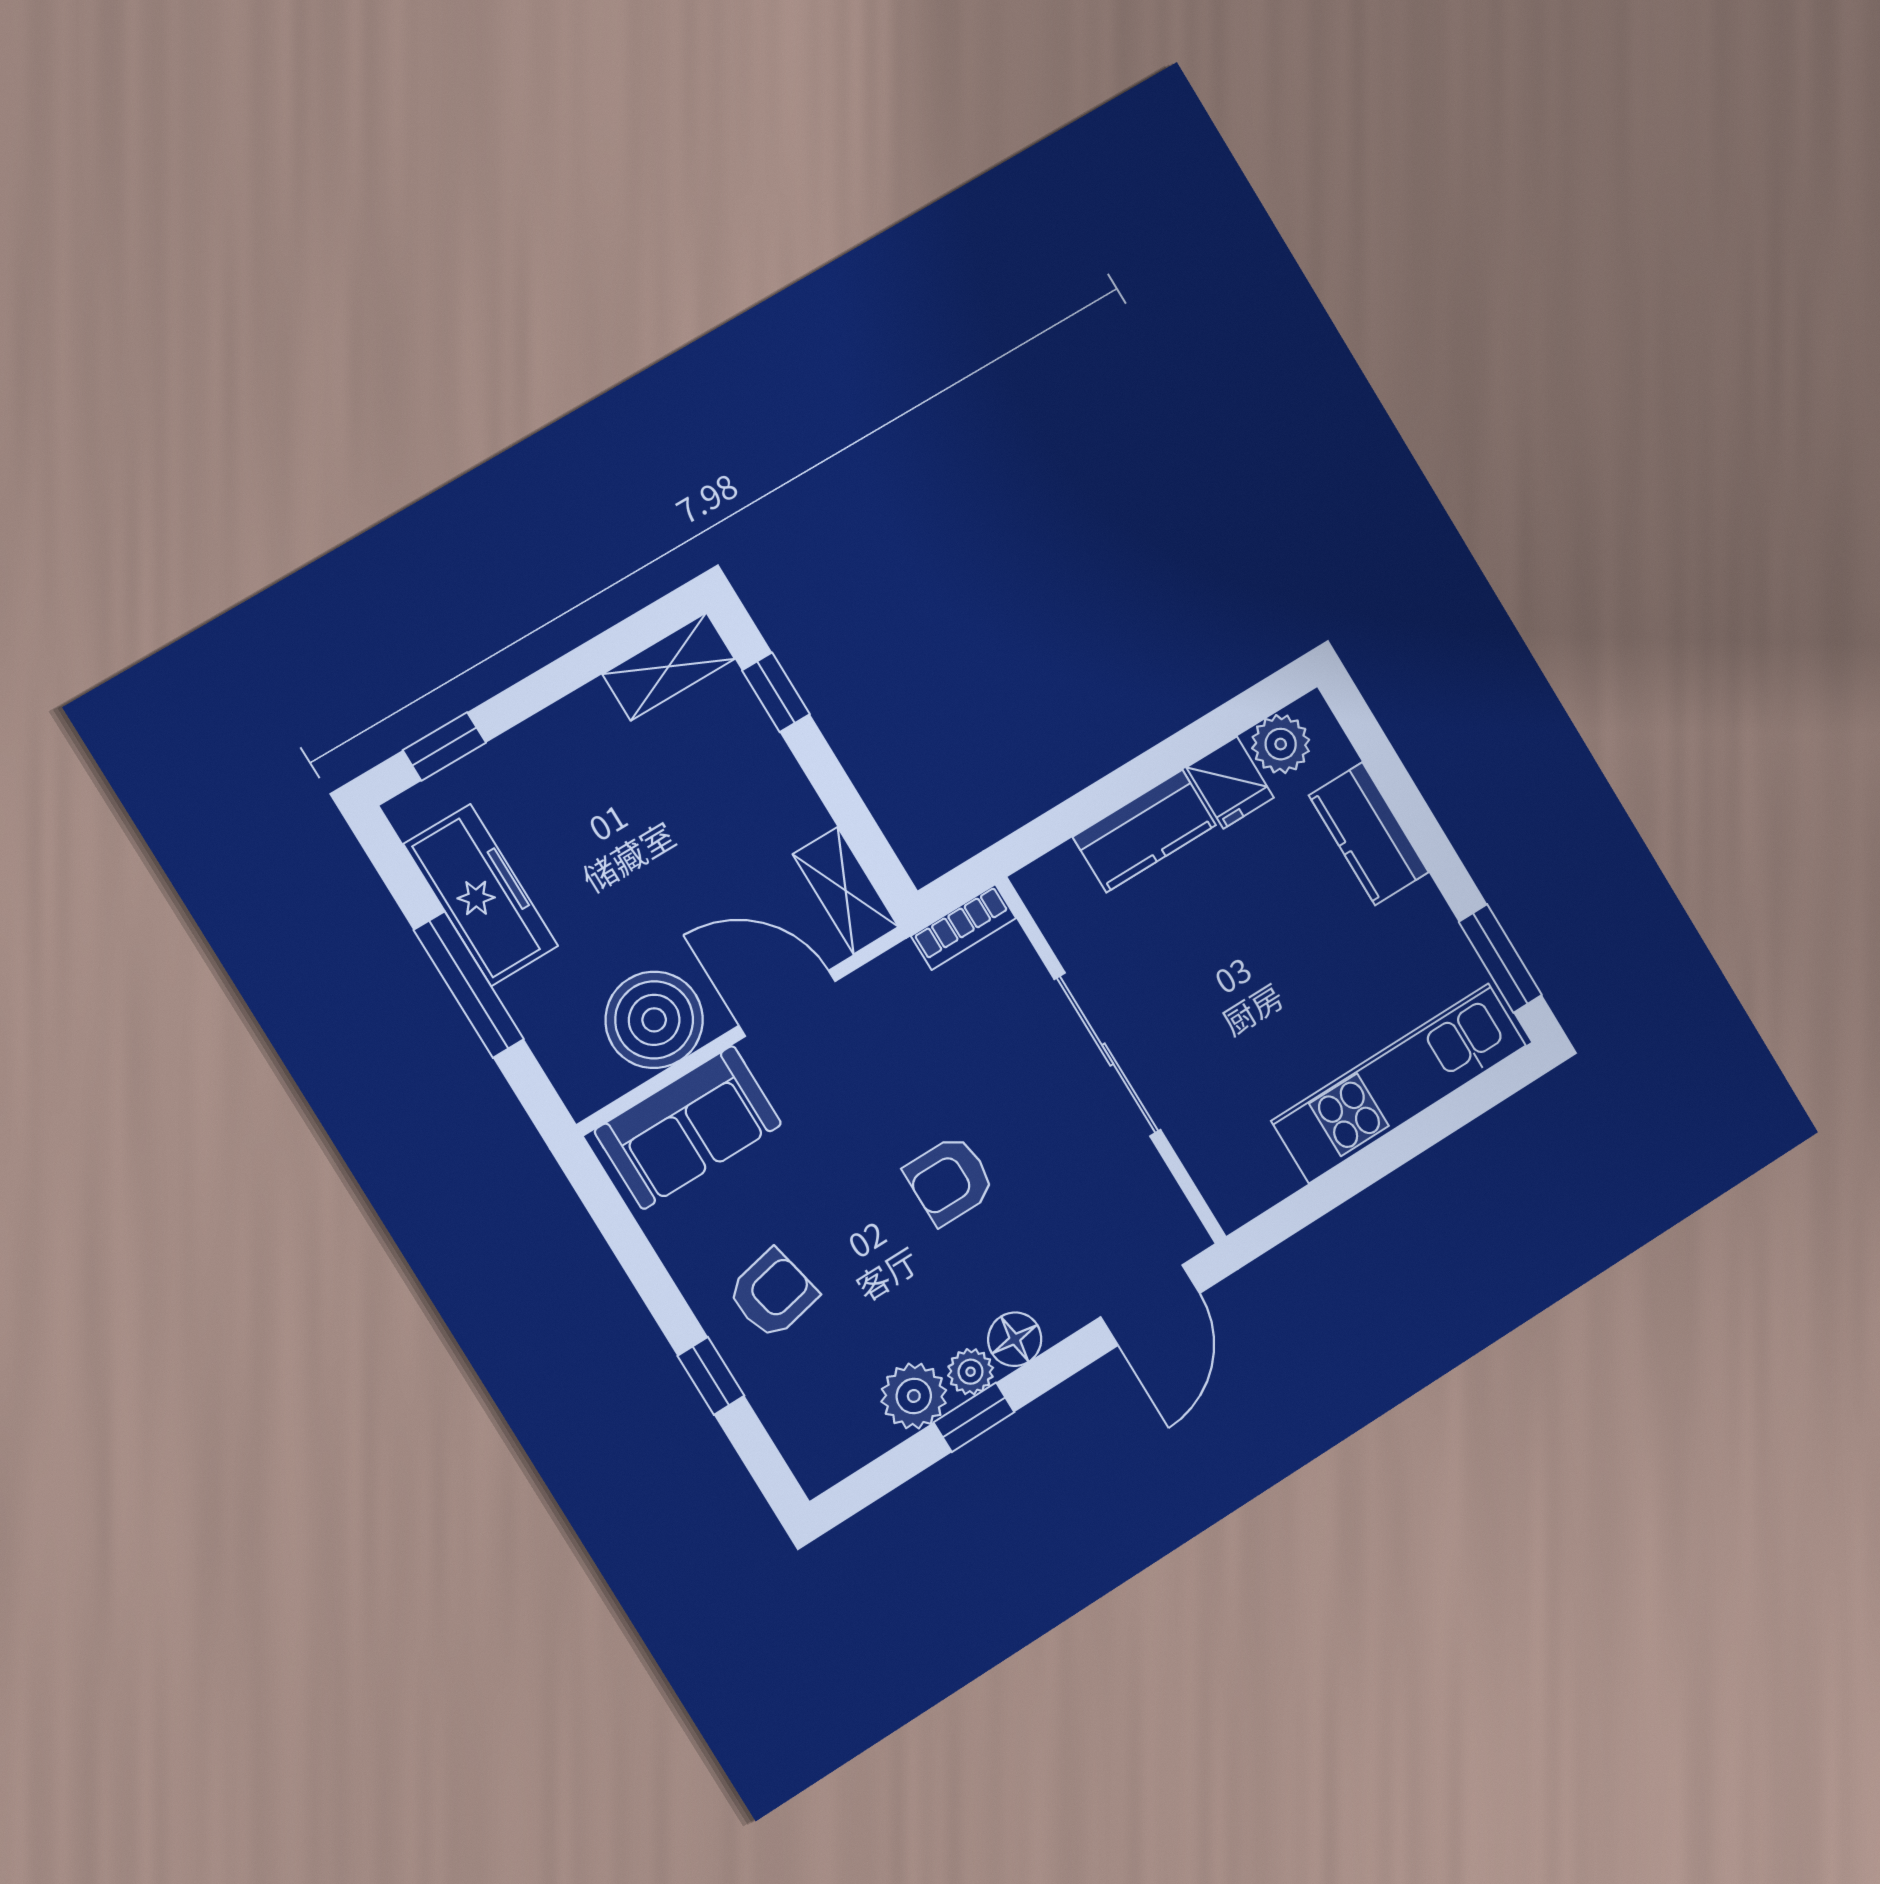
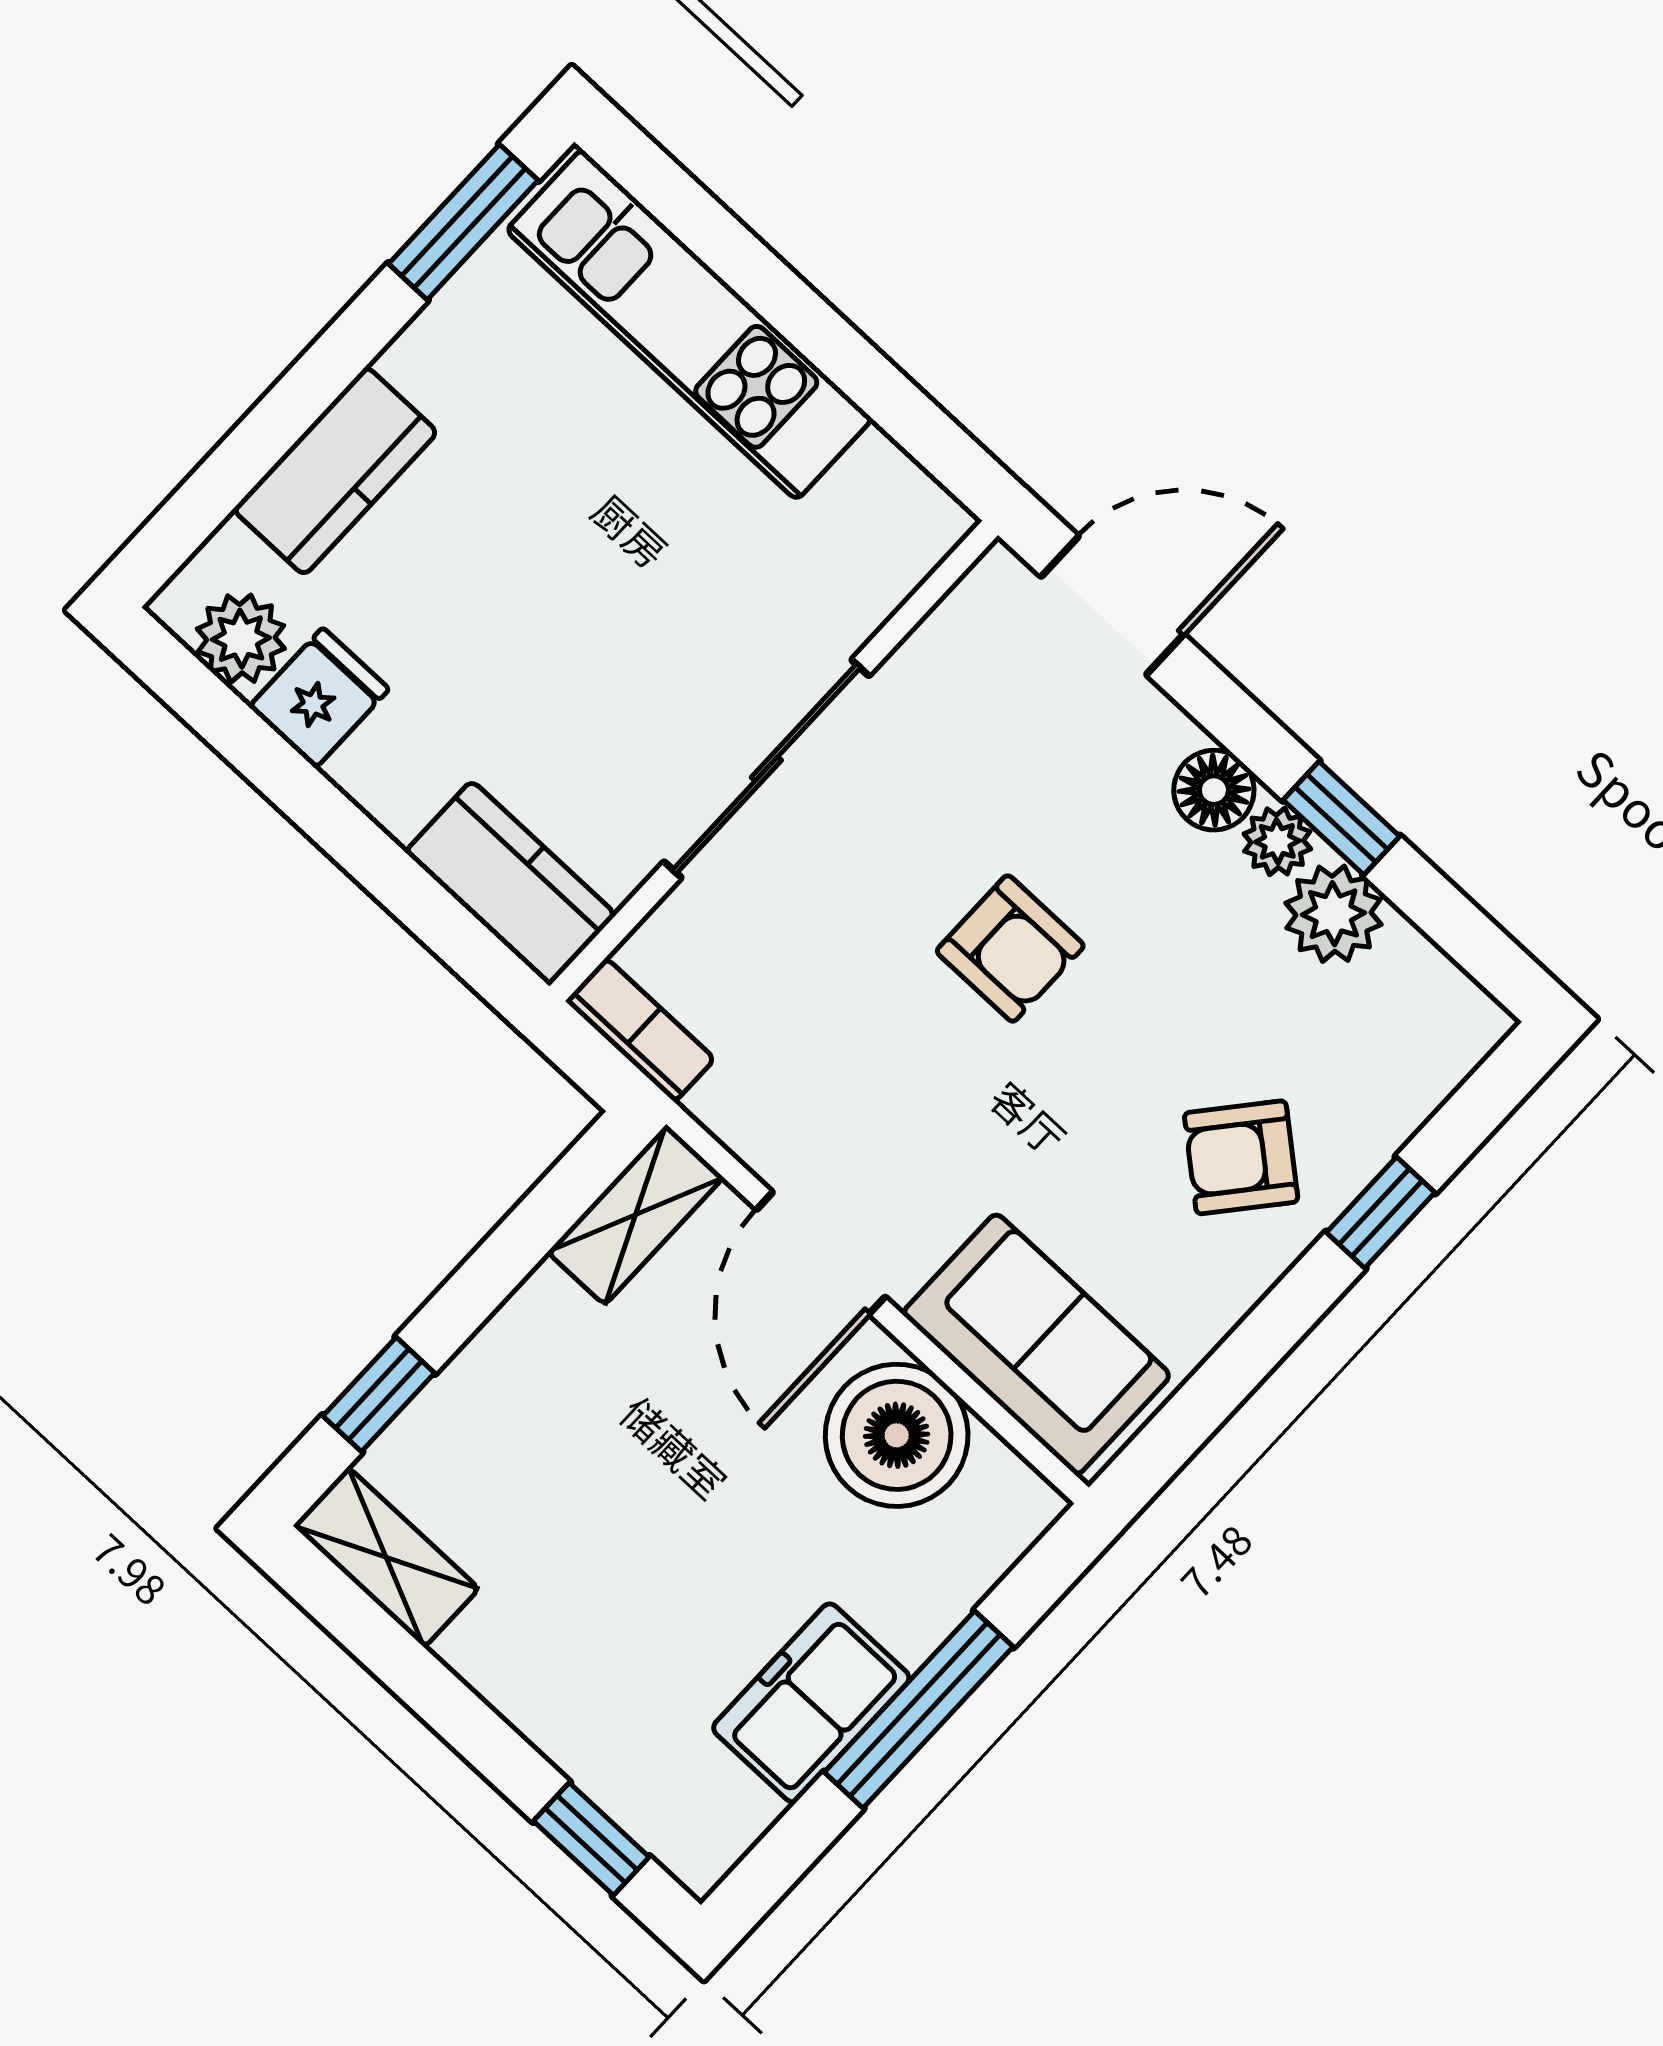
kitchen counter: (1144, 831) -> (510, 883), moved
freezer: (481, 895) -> (811, 1703), width x0.71
armchair: (773, 1294) -> (1241, 1157), turned -38

